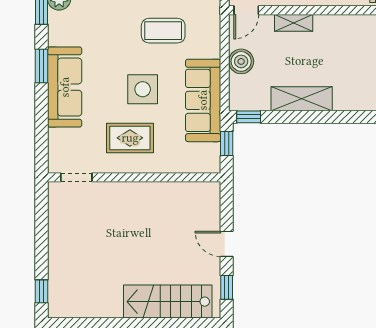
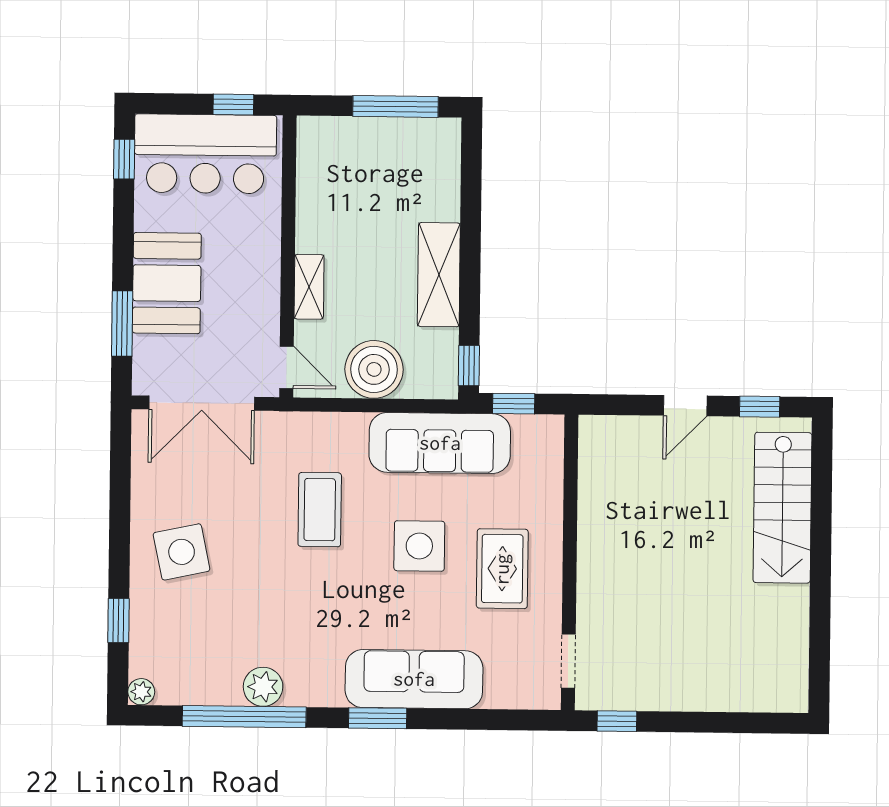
boiler: (241, 61) -> (374, 369), width x1.37, depth x1.37
window: (41, 291) -> (617, 721), moved

